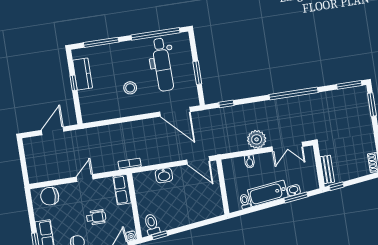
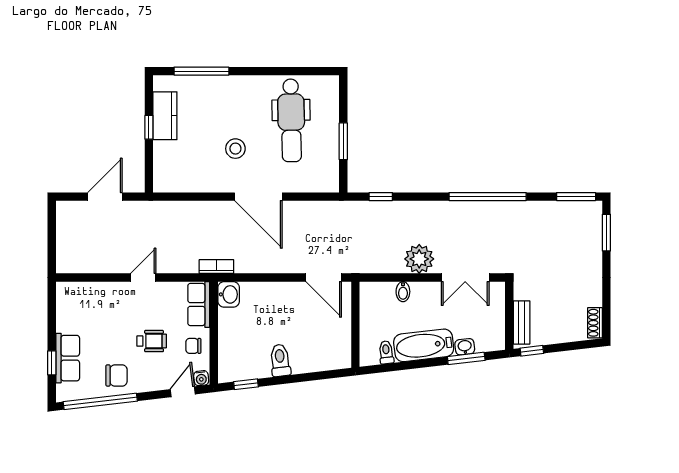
window: (156, 34) -> (288, 71), removed
door: (175, 112) -> (258, 197), moved
washbasin: (164, 175) -> (229, 294), moved, turned -90
chair: (50, 196) -> (193, 346), moved, width x0.54, depth x0.54
toilet: (152, 224) -> (280, 360), moved

